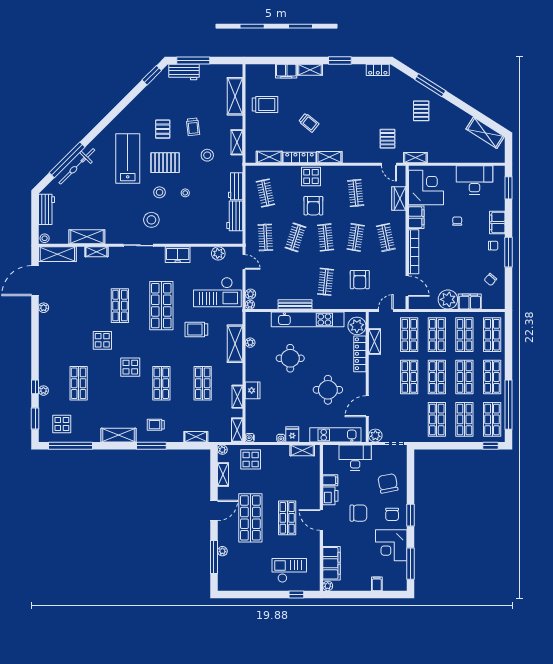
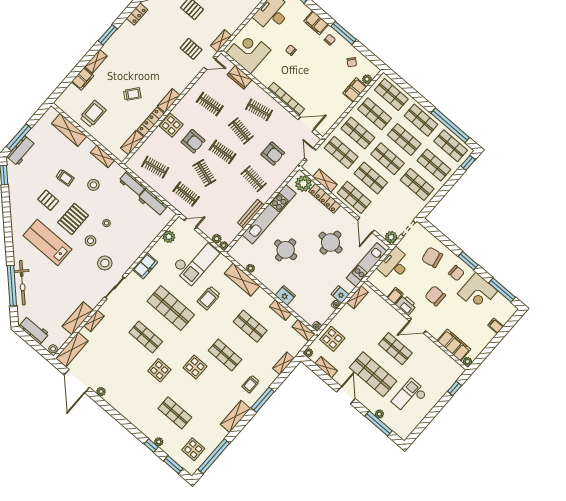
filing cabinet: (416, 217) -> (263, 76), removed
plant: (448, 299) -> (367, 79), moved, width x0.53, depth x0.53
shop shelf: (382, 377) -> (354, 197), added
chair: (358, 513) -> (435, 296), turned -90
checkout: (289, 570) -> (409, 397), moved

